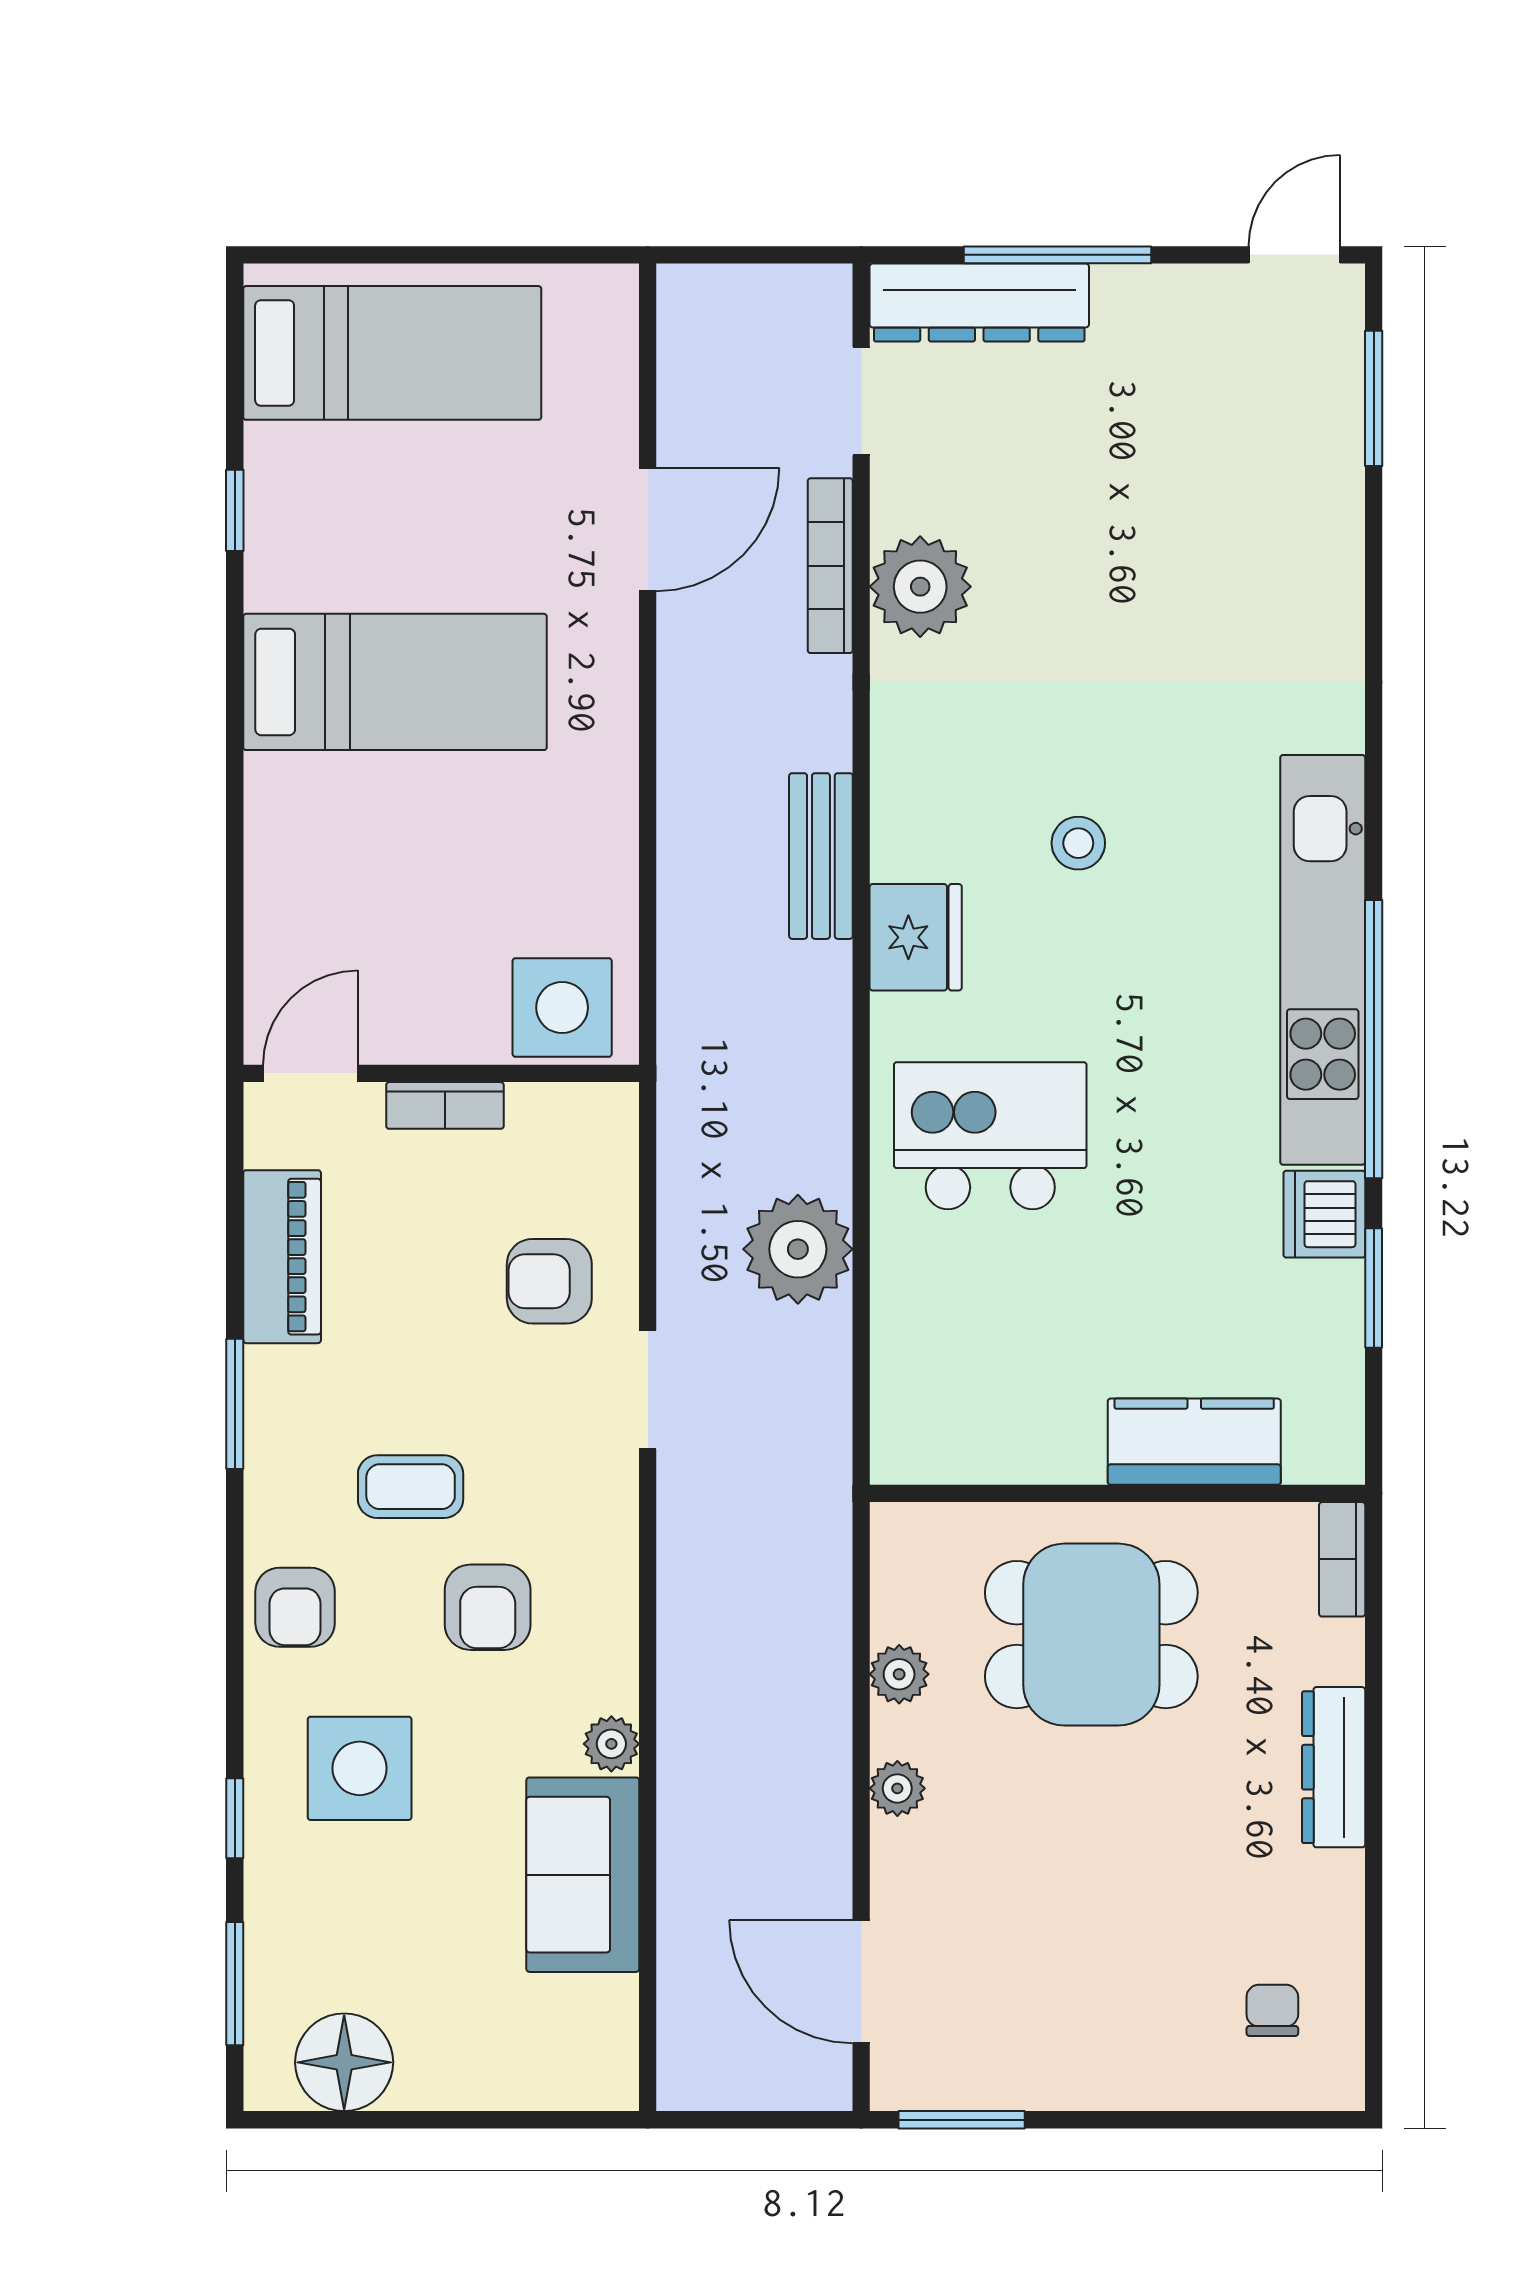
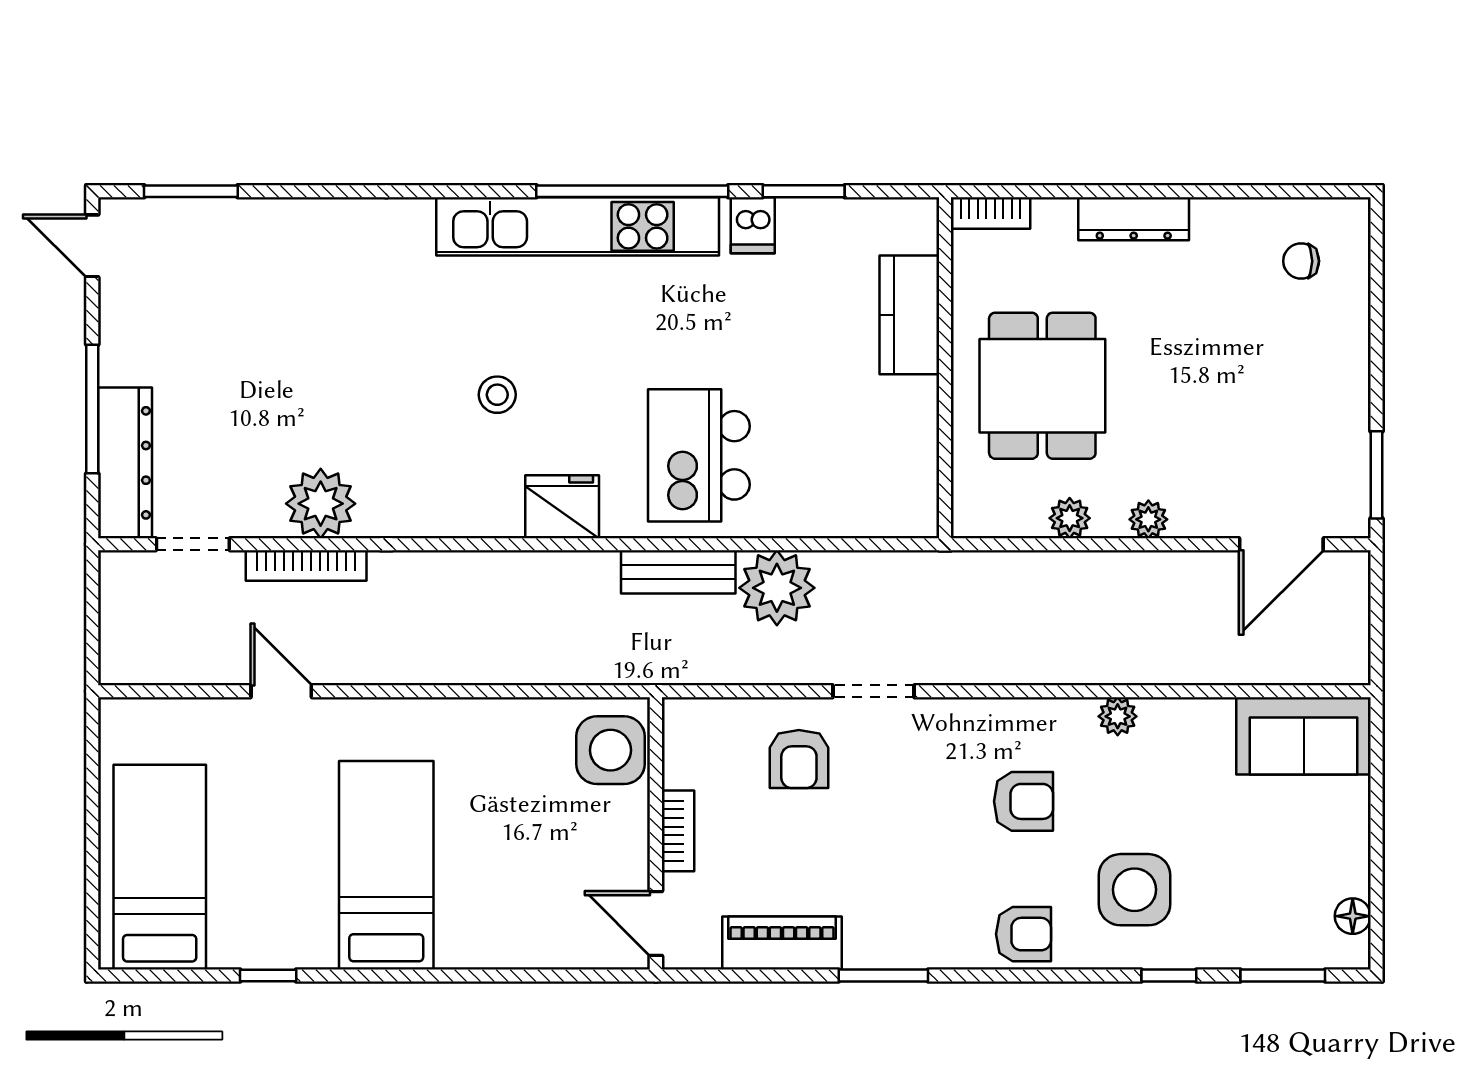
door: (648, 529) -> (281, 691), width x0.73
bench: (821, 856) -> (678, 572), moved
dishwasher: (1324, 1214) -> (753, 225), width x0.73
coffee table: (411, 1487) -> (940, 855), removed
sofa: (583, 1875) -> (1304, 736), moved
floor lamp: (344, 2062) -> (1353, 916), width x0.53, depth x0.53

